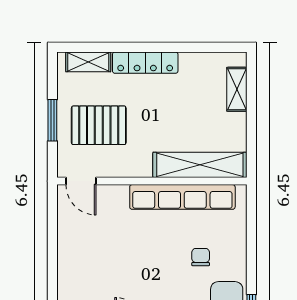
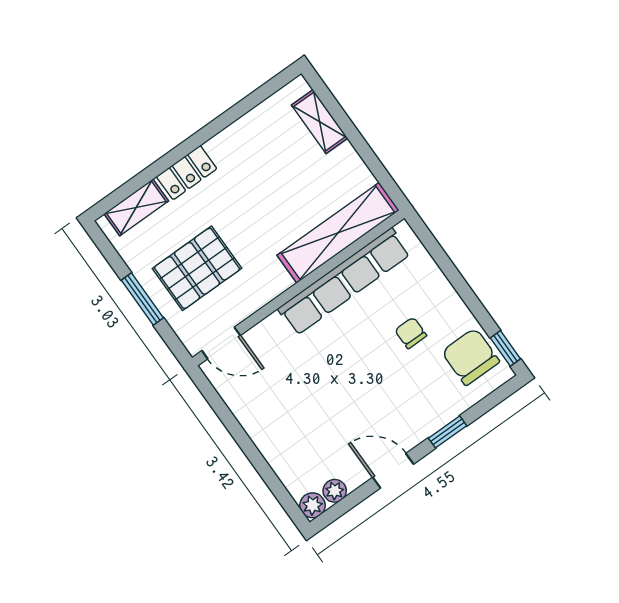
locker: (145, 63) -> (187, 173), width x0.66

